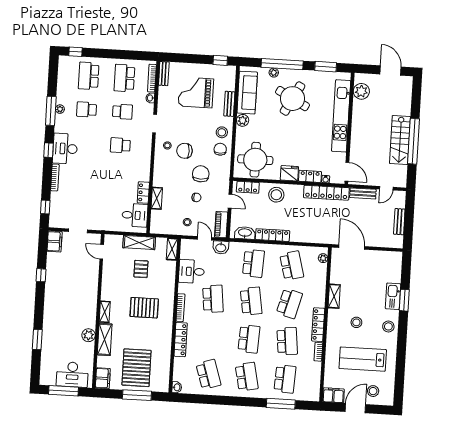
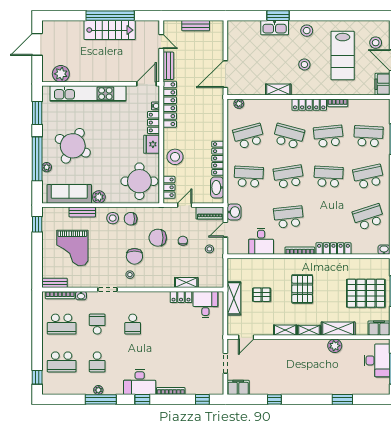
shelving: (172, 249) -> (285, 330), moved

